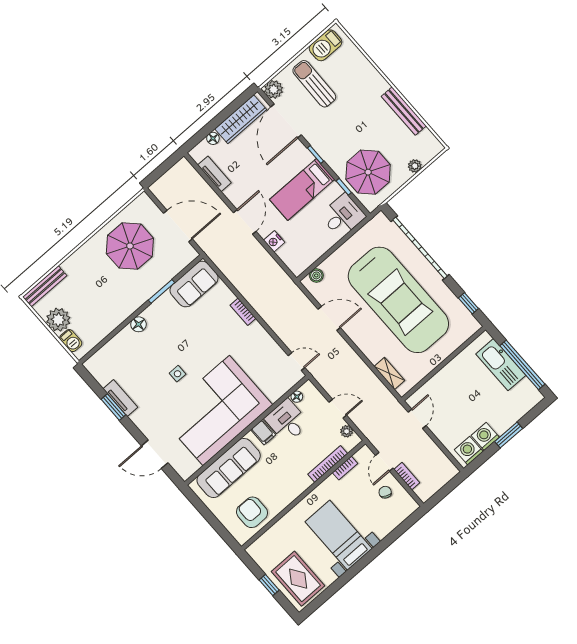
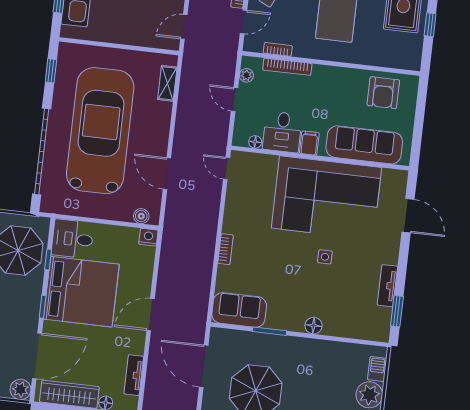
bed: (302, 189) -> (81, 292), width x2.04
nightstand: (274, 241) -> (148, 237), moved, turned -90
window: (113, 407) -> (397, 311), moved

